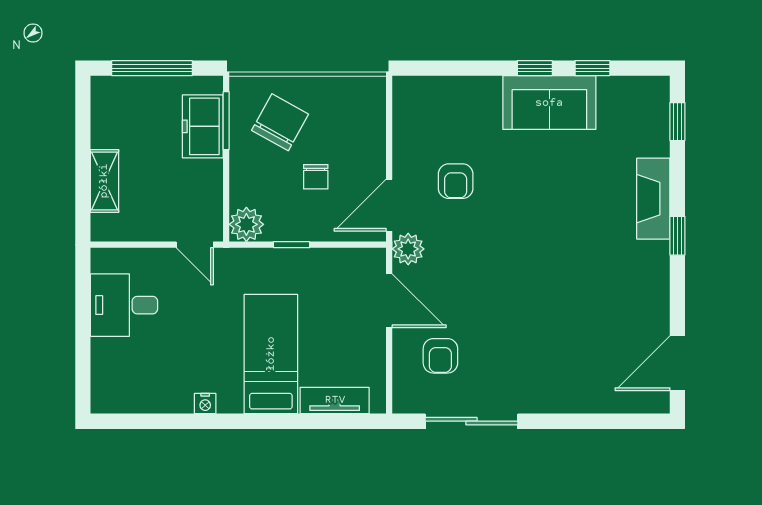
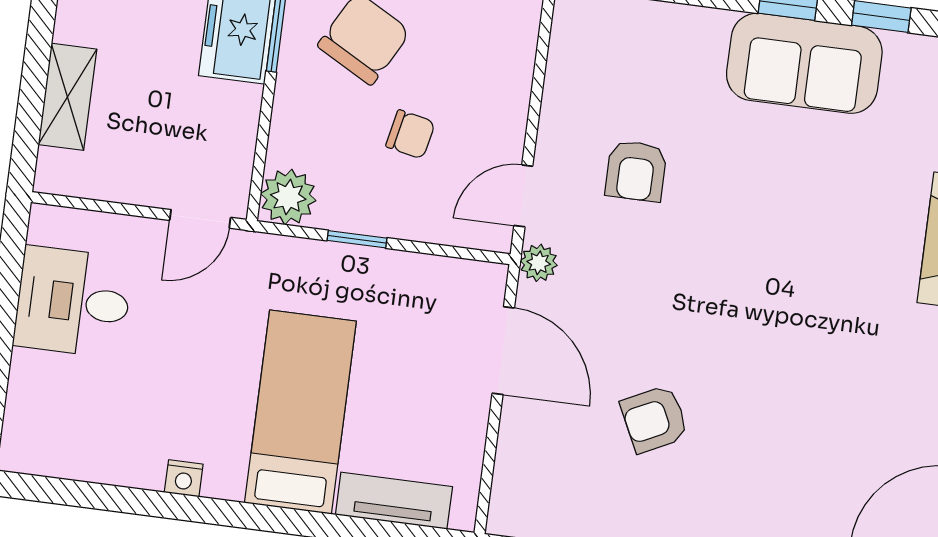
chair: (316, 177) -> (410, 134), turned -78
door: (389, 205) -> (523, 196), width x0.73
door: (195, 245) -> (200, 219), hinge flipped
plant: (408, 249) -> (539, 263), width x0.73, depth x0.73
armchair: (440, 356) -> (654, 419), moved, turned 64

